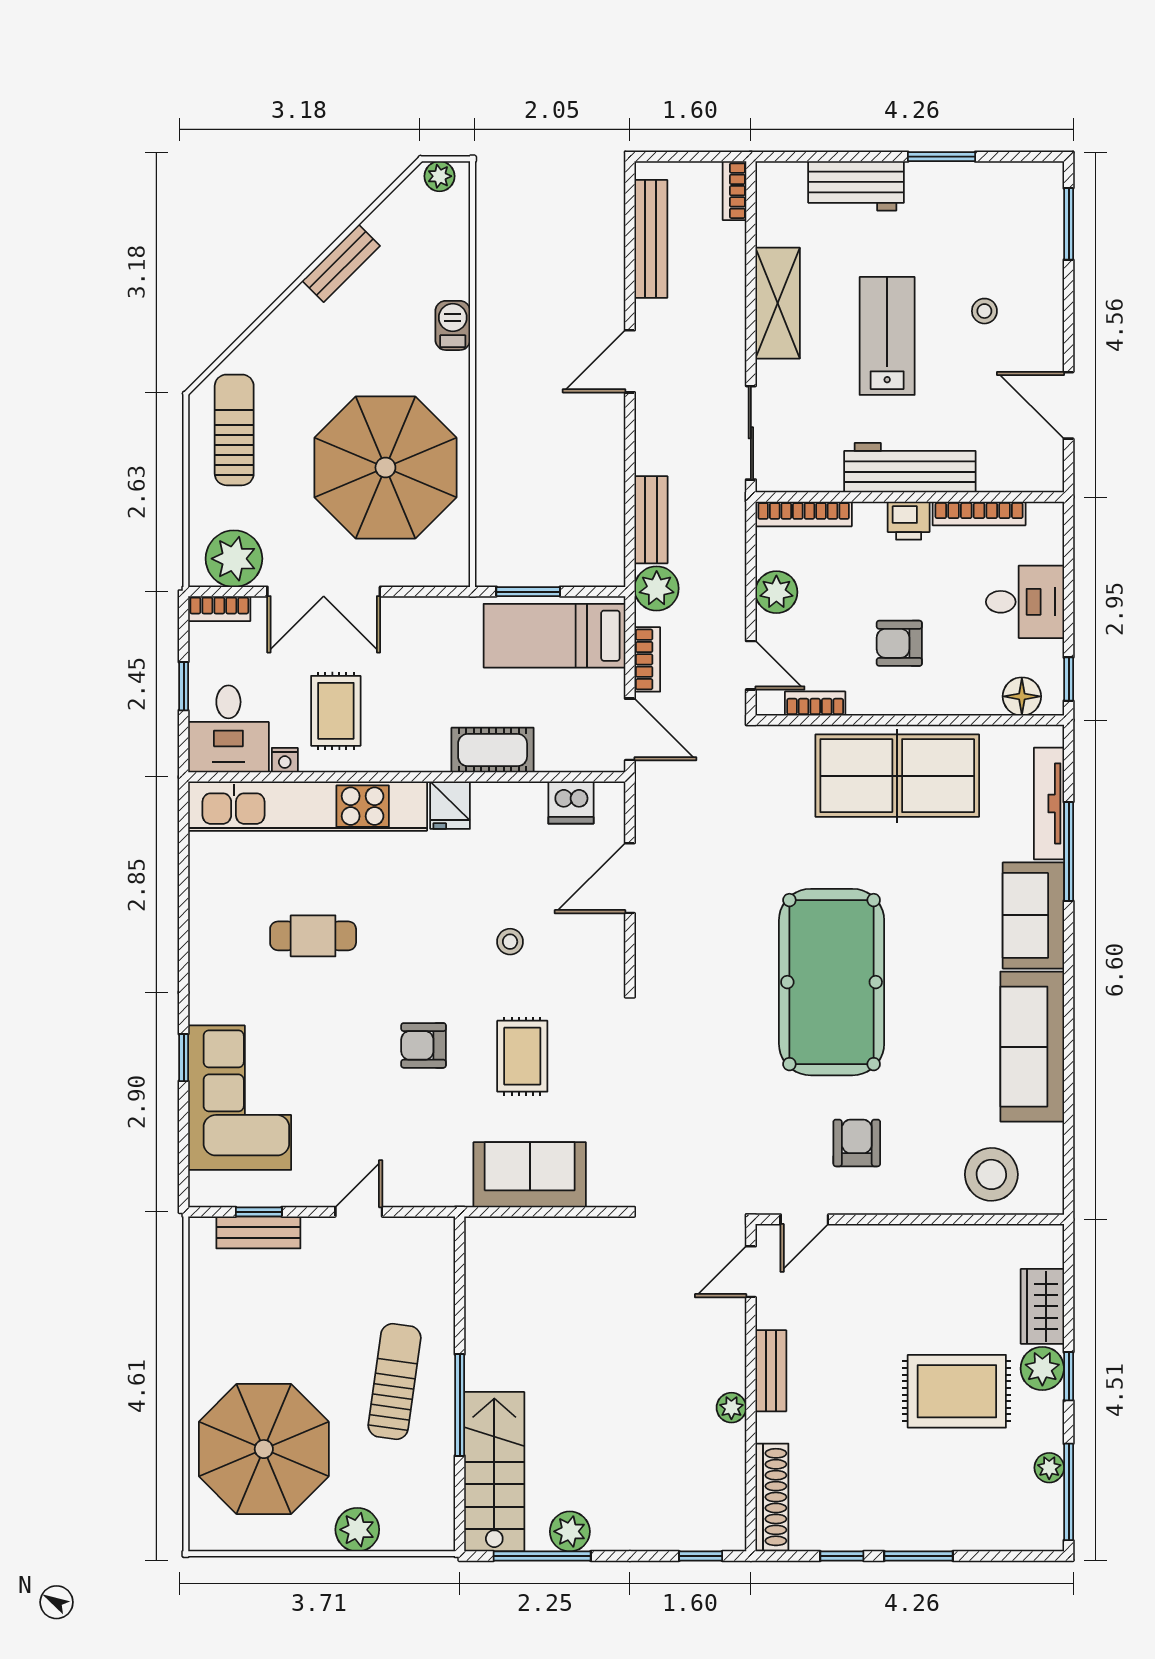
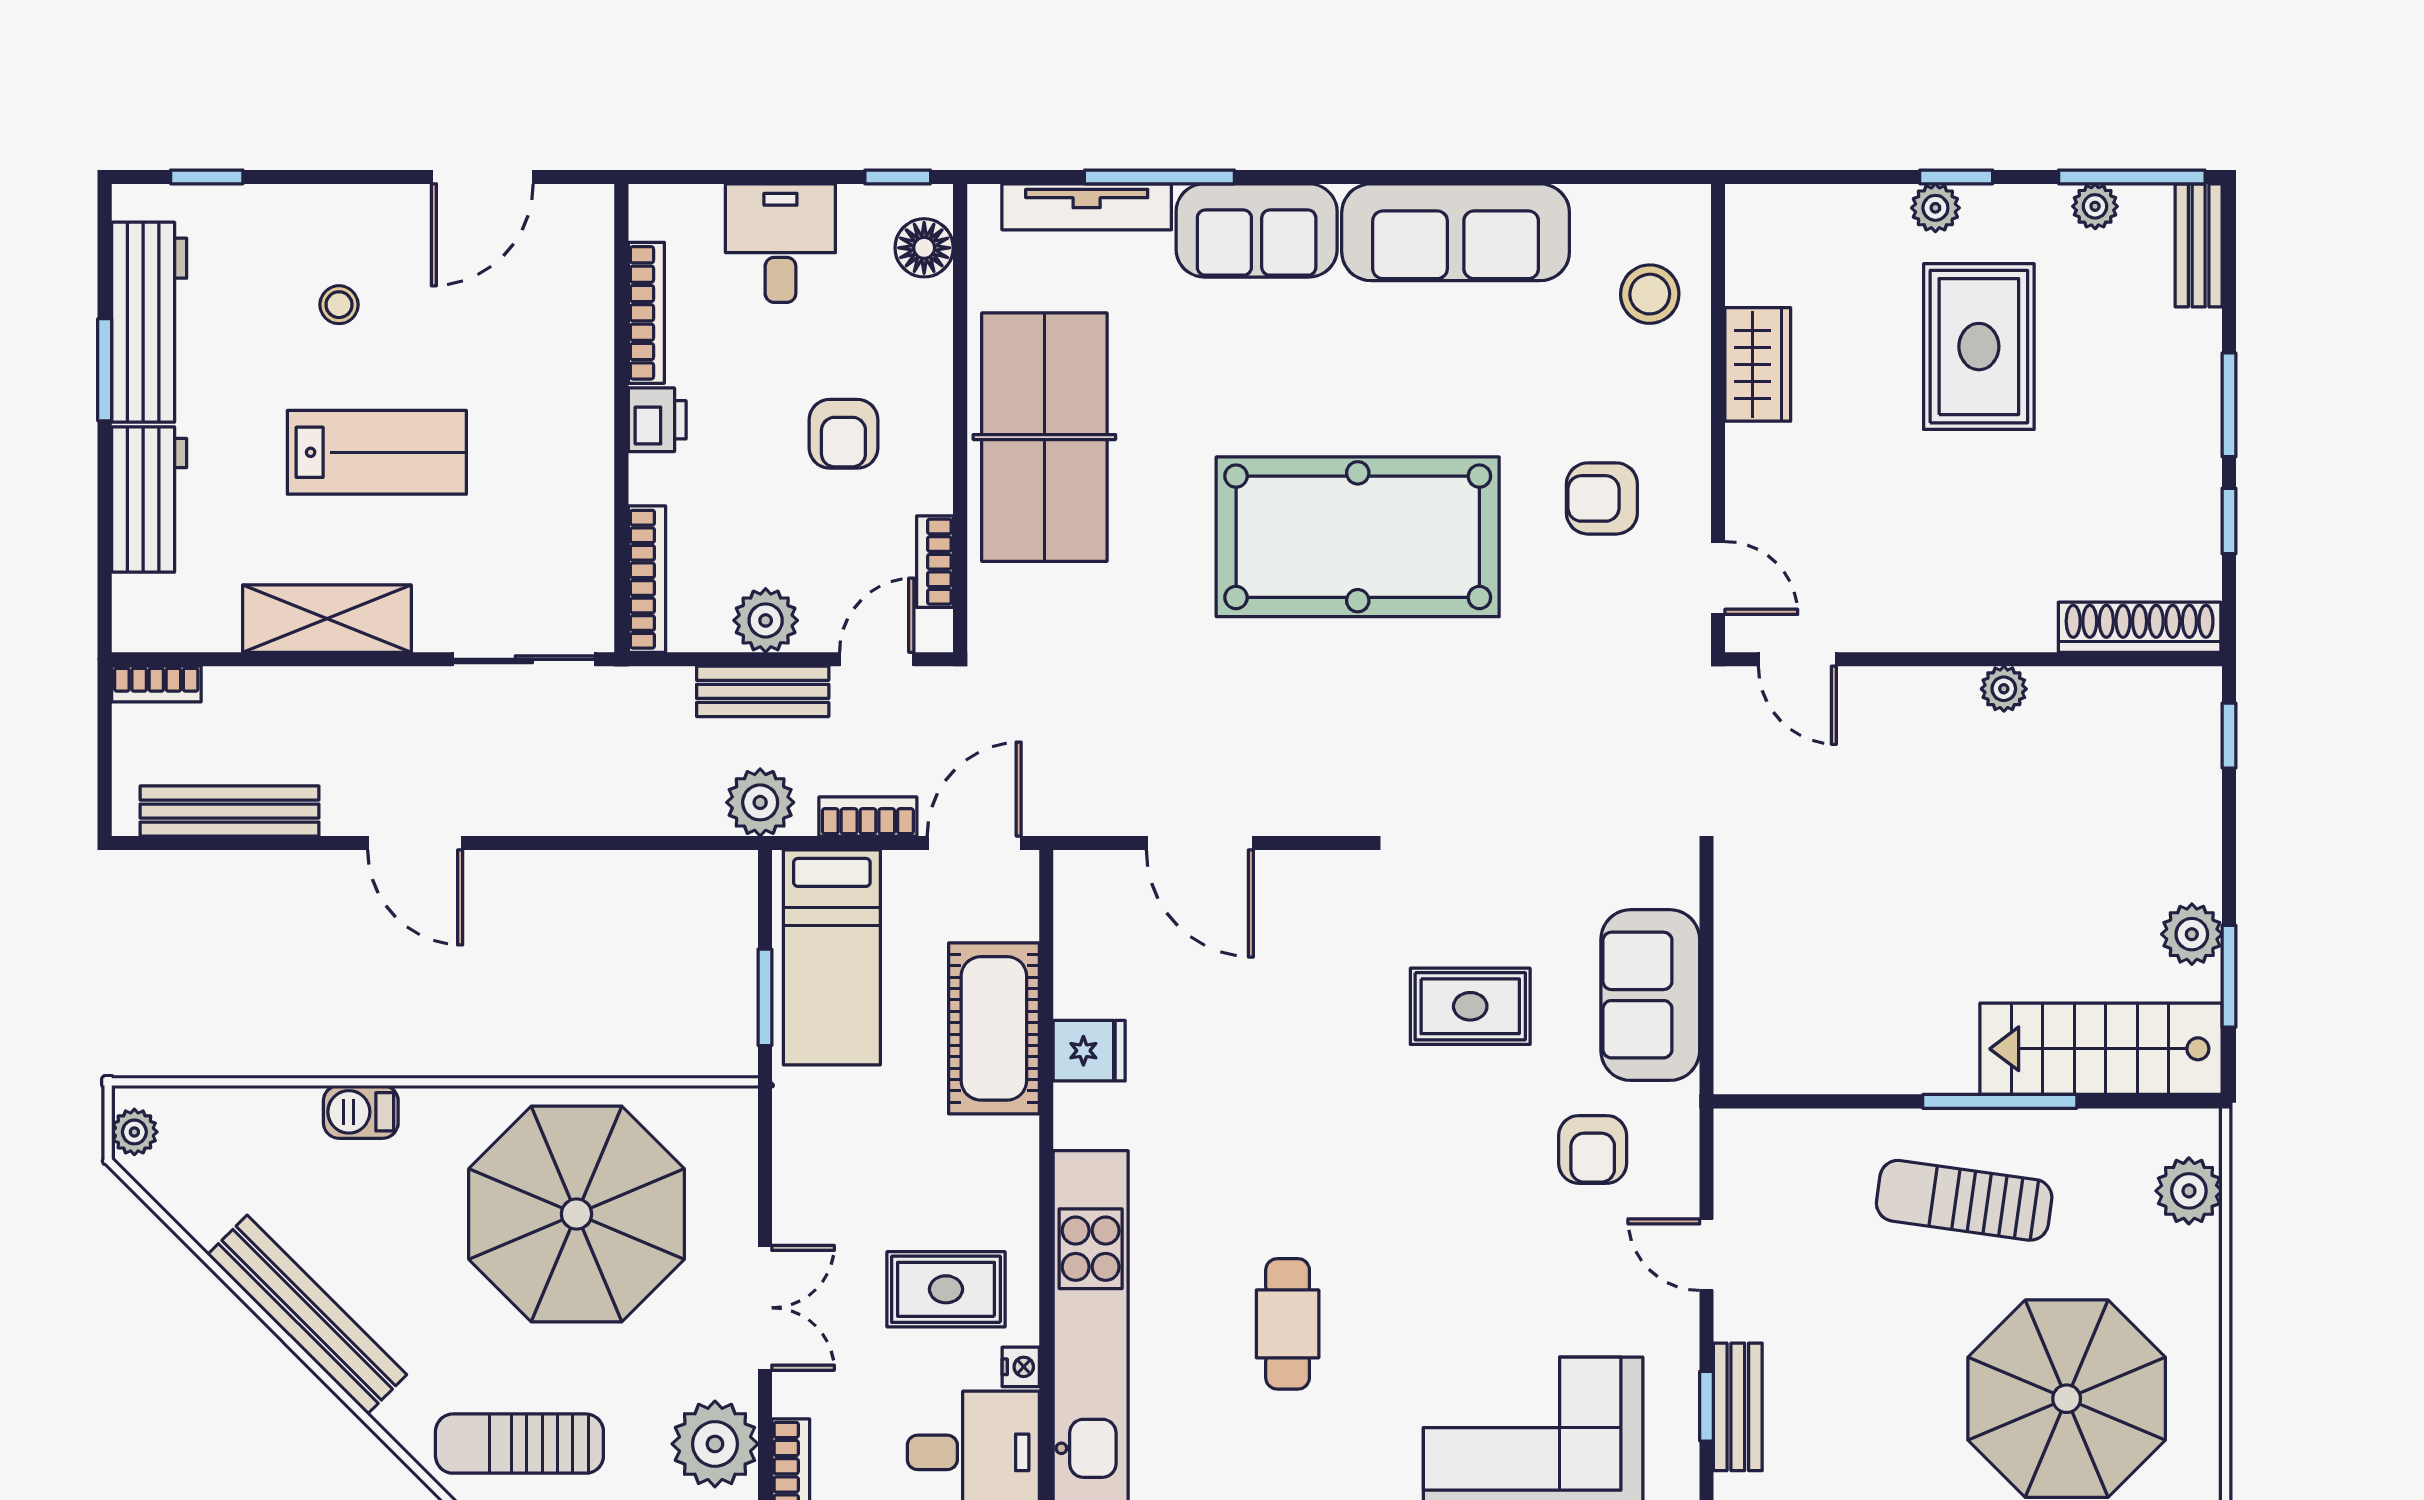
window: (1069, 224) -> (207, 177), width x0.67
bench: (341, 263) -> (307, 1315), width x1.86, depth x1.21
lab bench: (887, 336) -> (377, 452), turned 180
workbench: (910, 468) -> (149, 322), moved, turned 180
bench: (651, 520) -> (763, 691), moved
double door: (324, 592) -> (765, 1308), width x0.73
cot: (493, 750) -> (994, 1028), width x1.37, depth x1.34
dishwasher: (571, 803) -> (1085, 932), removed
fridge: (450, 805) -> (1089, 1051), moved
stool: (510, 942) -> (1296, 1025), removed
armchair: (424, 1045) -> (1593, 1149), moved
stool: (991, 1174) -> (1650, 294), width x0.73, depth x0.73
wardrobe: (1042, 1306) -> (1758, 364), moved, turned -90
plant: (1042, 1369) -> (1935, 208), width x0.73, depth x0.73
bench: (771, 1371) -> (2199, 245), moved, turned 90
plant: (357, 1530) -> (2189, 1191), moved
window: (542, 1556) -> (2229, 976), width x0.69

